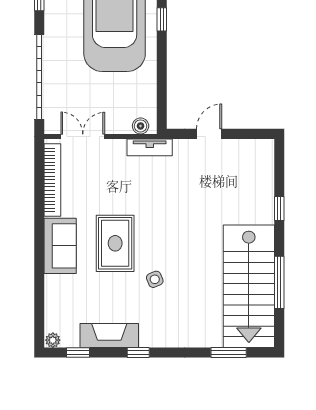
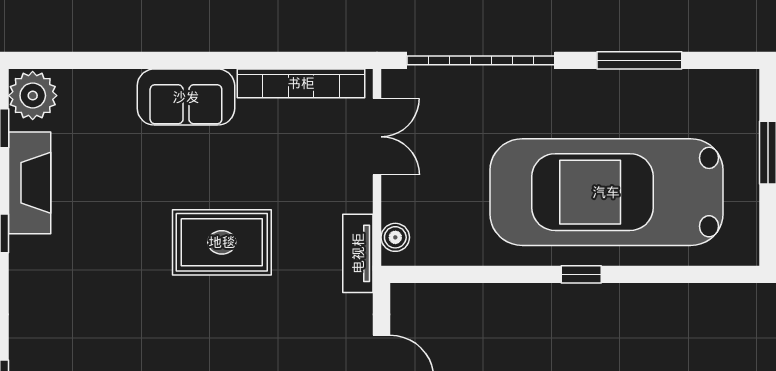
rug: (115, 243) -> (222, 242), moved
side table: (155, 279) -> (128, 262), removed
plant: (53, 340) -> (33, 96), width x1.87, depth x1.87

